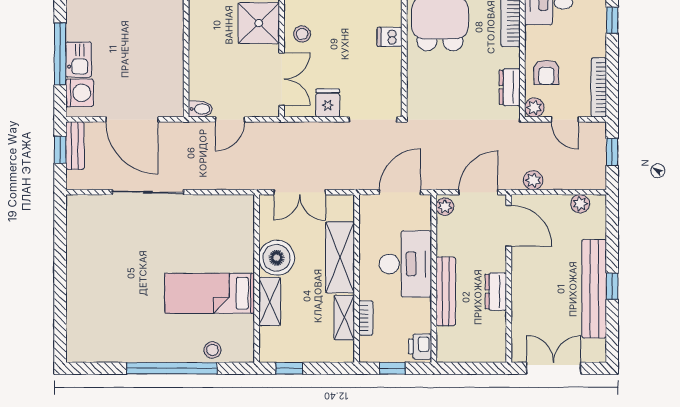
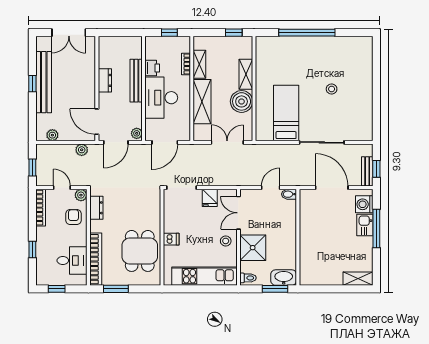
bed: (210, 293) -> (286, 113), moved, turned -90
printer: (420, 346) -> (152, 68), moved
stool: (212, 350) -> (332, 89), moved

